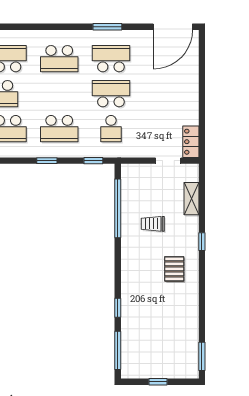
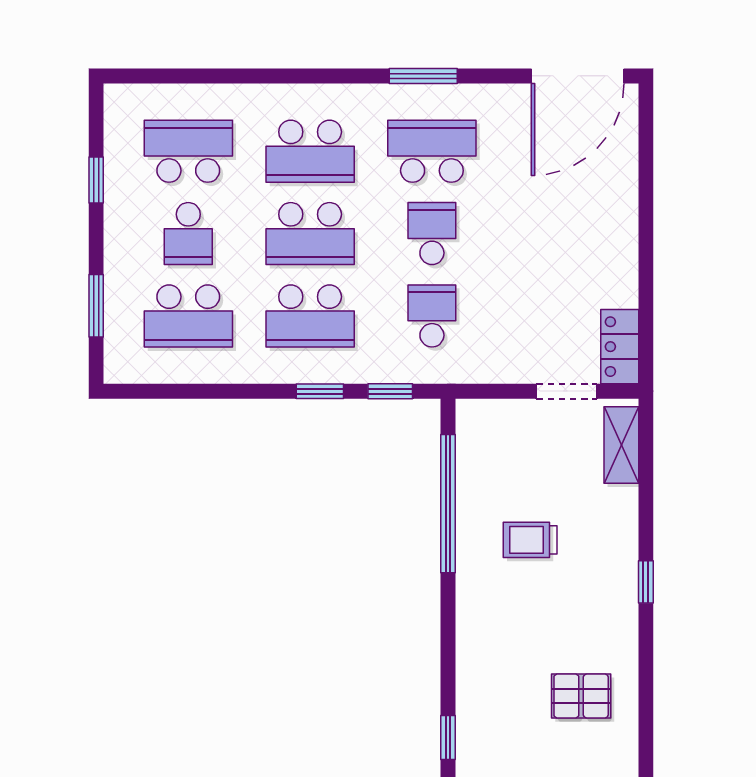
school desk: (59, 94) -> (310, 234), added
school desk: (111, 94) -> (432, 234), width x0.54
school desk: (111, 129) -> (432, 316), turned 180
window: (47, 161) -> (320, 391), moved
shelving: (191, 199) -> (621, 445), moved
pallet: (174, 269) -> (581, 696), moved, turned 90

